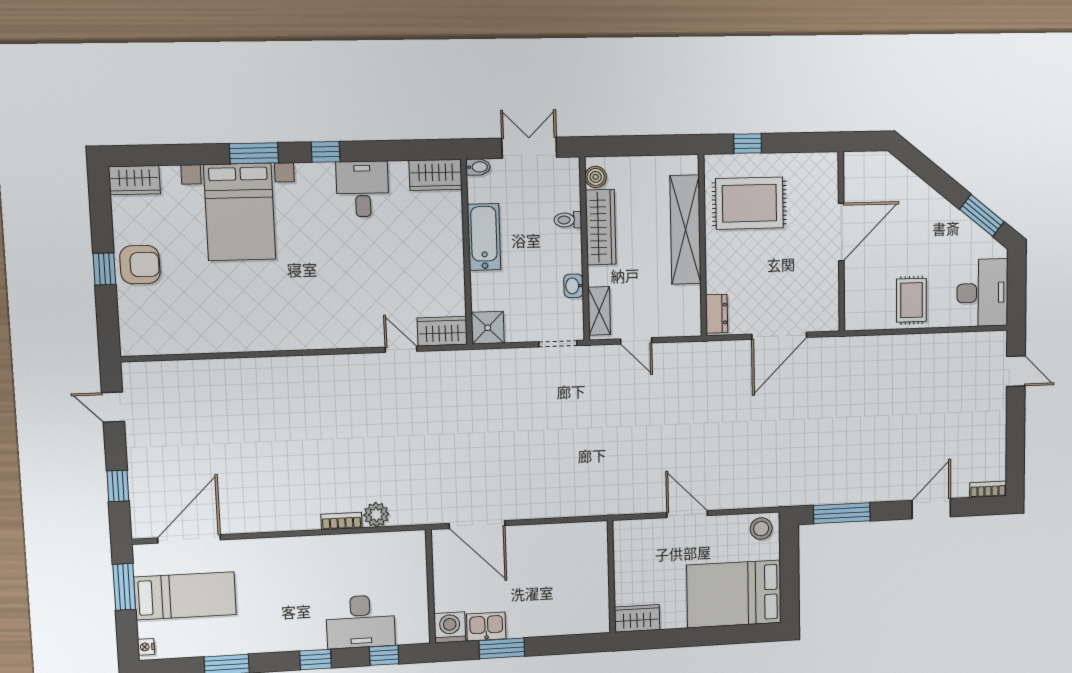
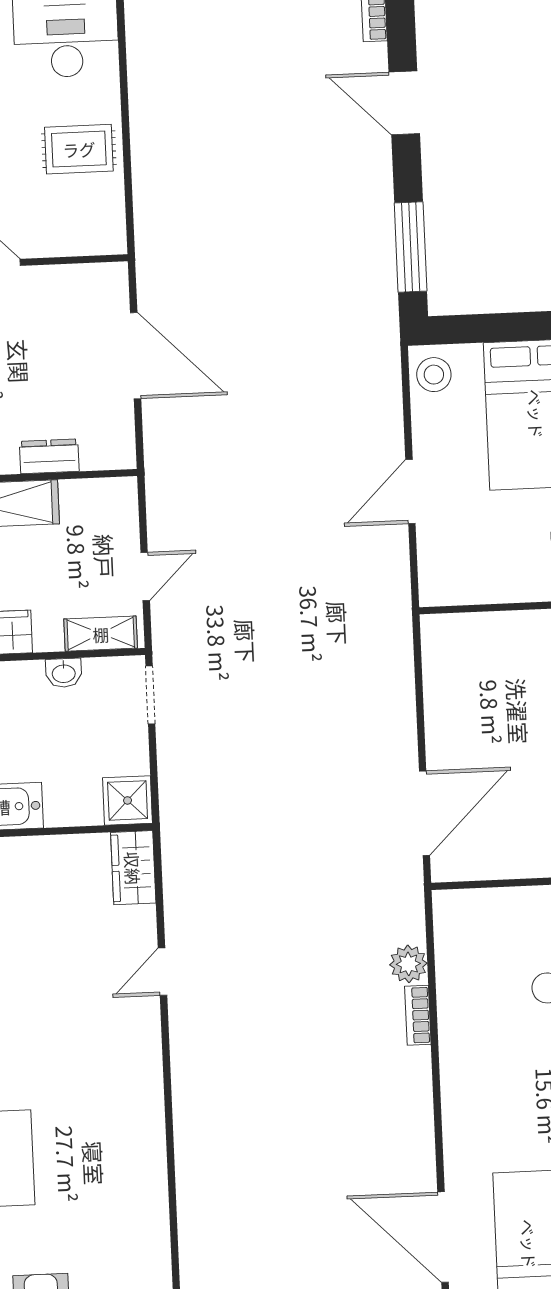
dresser: (717, 314) -> (49, 456), moved
door: (401, 349) -> (162, 972), moved

